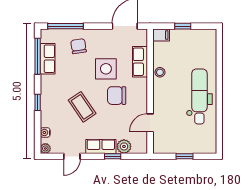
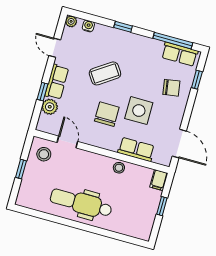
window: (65, 26) -> (197, 80), width x0.46
row of seats: (48, 59) -> (180, 54), moved
dental chair: (199, 96) -> (81, 203), turned 180
stool: (166, 140) -> (44, 154), added

